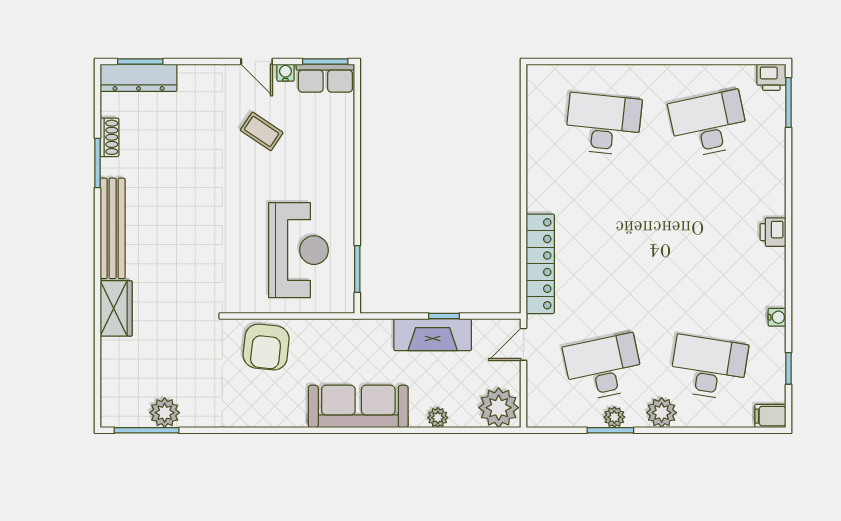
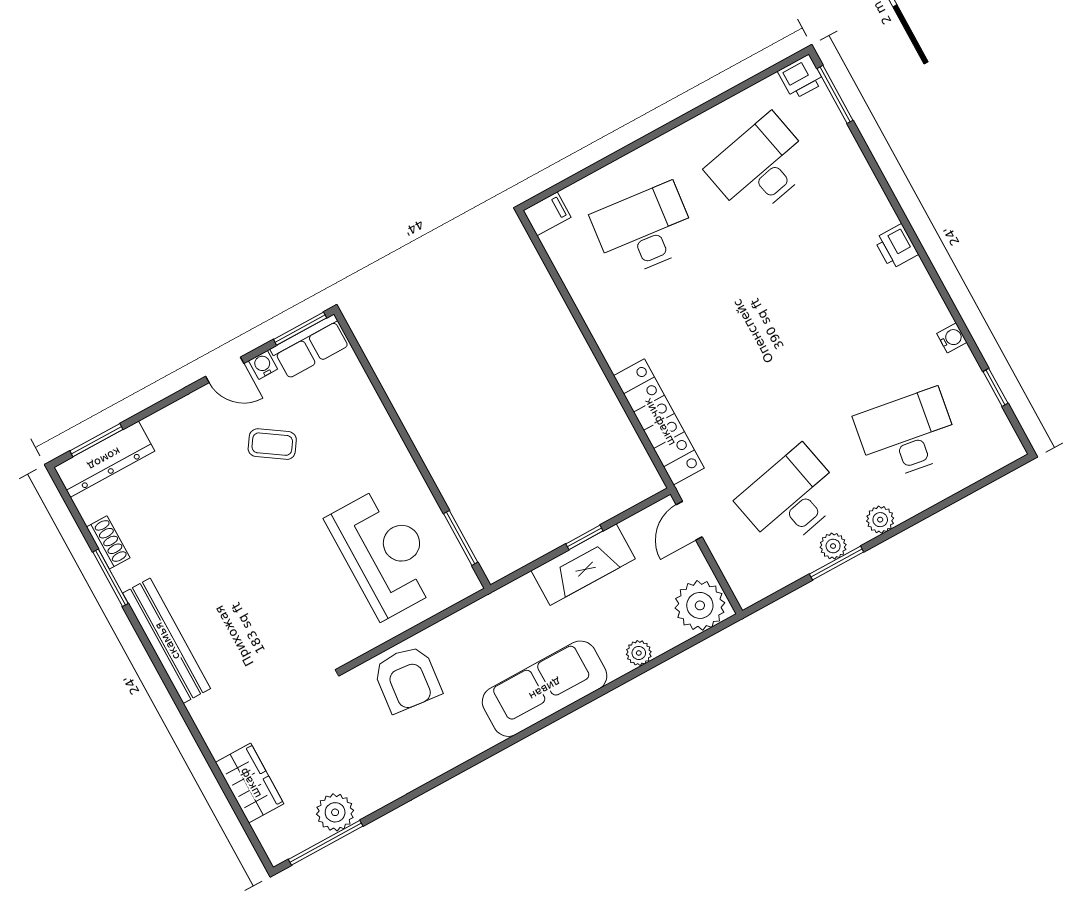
wardrobe: (116, 308) -> (250, 783), moved
plant: (662, 413) -> (880, 520), width x0.73, depth x0.73
filing cabinet: (770, 416) -> (547, 214), moved, turned 180

